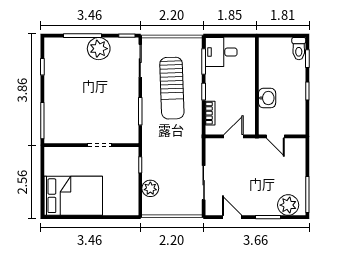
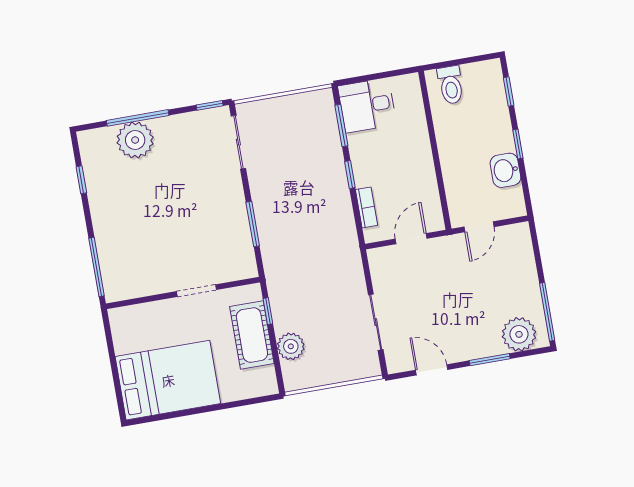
plant: (99, 49) -> (135, 140), moved
toilet: (299, 49) -> (451, 85), moved
sun lounger: (172, 88) -> (297, 178), removed
washbasin: (267, 98) -> (505, 170), moved, turned 180
door: (275, 136) -> (479, 227), hinge flipped
cot: (128, 178) -> (252, 335), added

